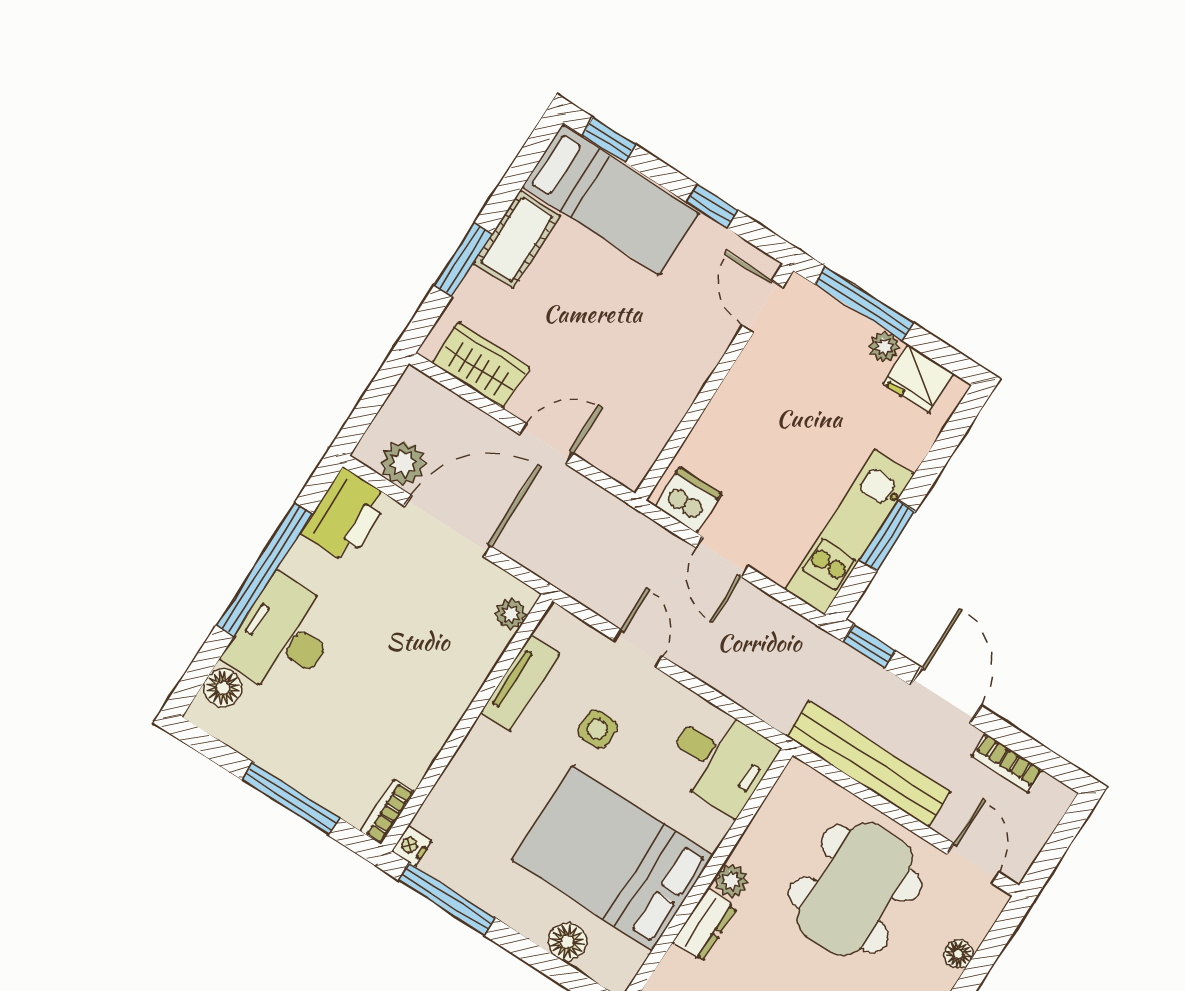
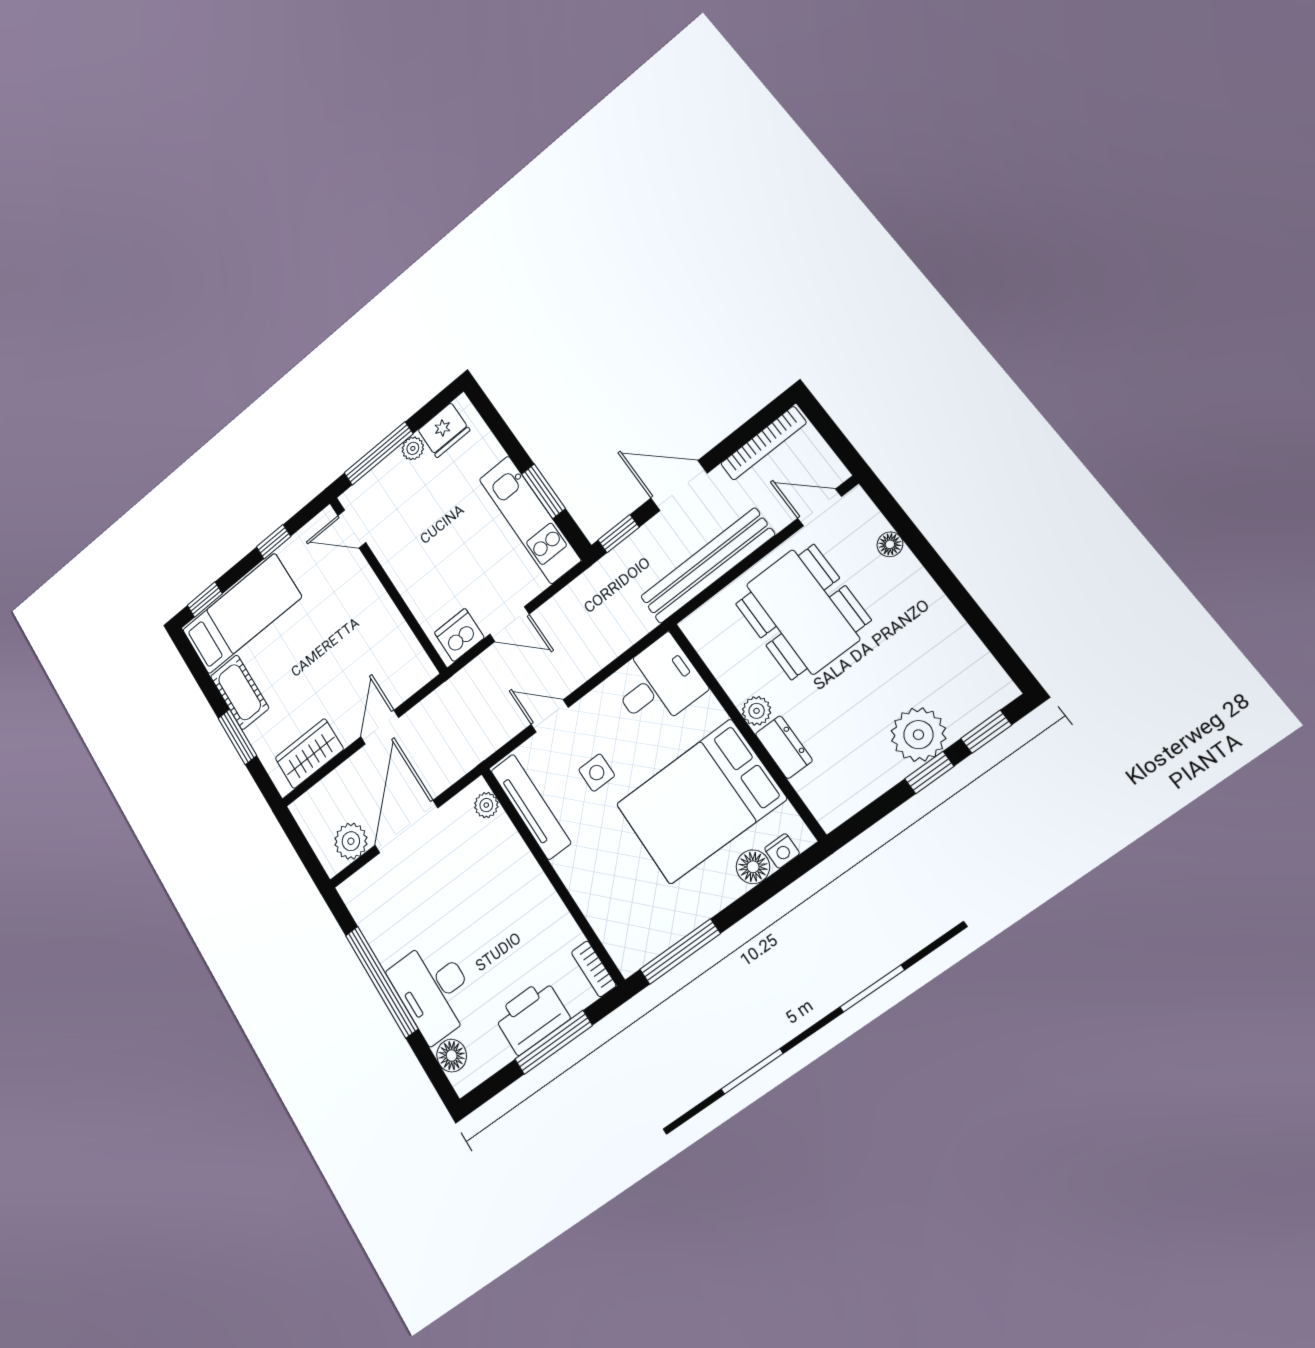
printer: (345, 515) -> (531, 1017), moved, turned -90
tv unit: (520, 684) -> (531, 807), width x1.41
bookcase: (1007, 763) -> (763, 443), width x1.56
nightstand: (412, 846) -> (782, 851), moved, turned -90

